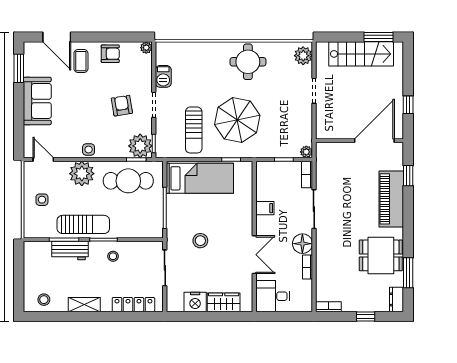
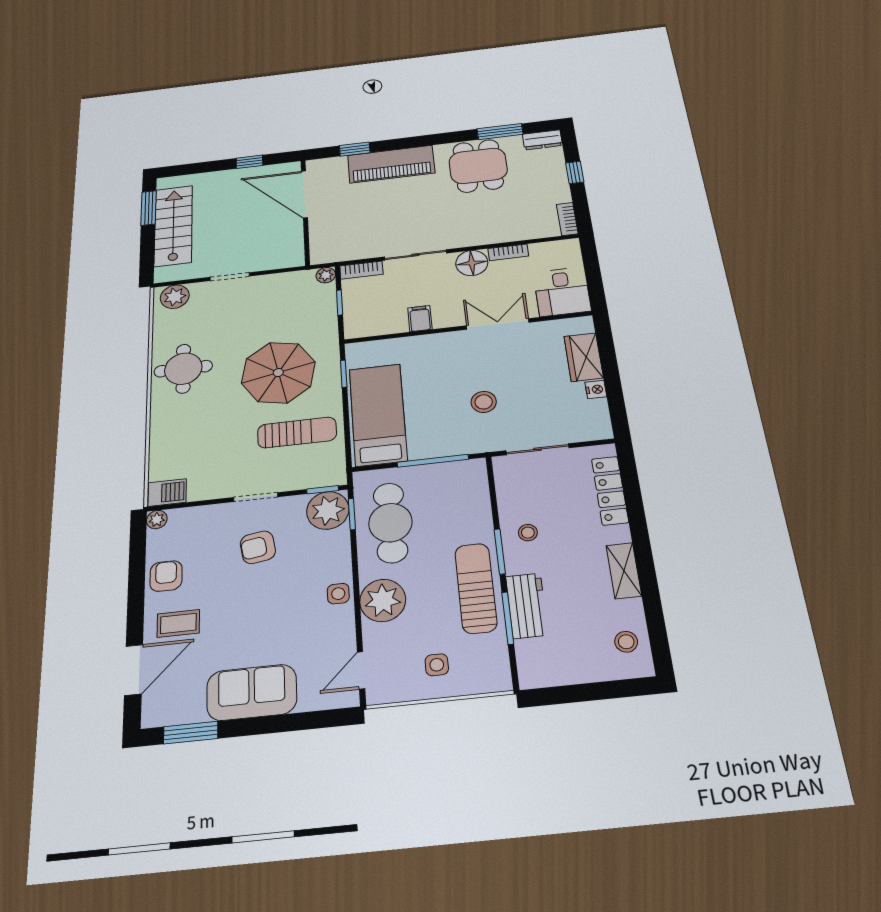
barbecue: (163, 76) -> (167, 492), moved
nightstand: (195, 302) -> (596, 389), width x0.53, depth x0.56

